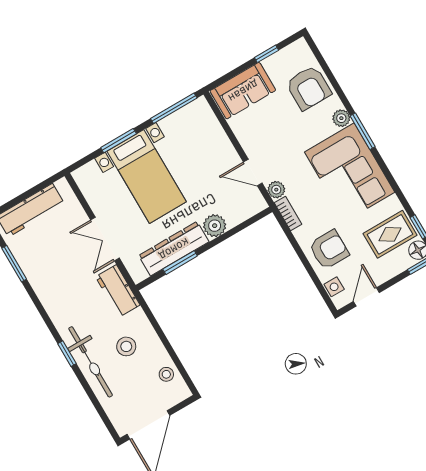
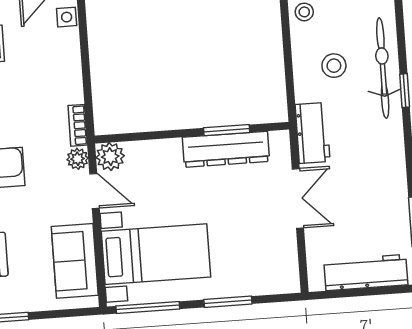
sofa: (243, 91) -> (75, 261), moved, turned -90
bed with nightstands: (147, 177) -> (156, 254), moved, turned 90
plant: (215, 226) -> (110, 157), moved
armchair: (329, 250) -> (52, 62), removed

